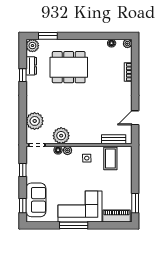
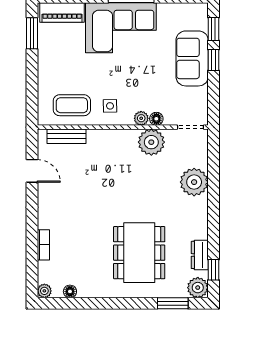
dining table: (69, 67) -> (139, 253), turned 90
window: (23, 75) -> (213, 270), moved
door: (135, 118) -> (32, 171), hinge flipped
plant: (35, 121) -> (194, 182), moved
coffee table: (110, 159) -> (72, 105), turned 90
window: (23, 170) -> (213, 60), moved
sofa: (36, 200) -> (192, 58), moved

